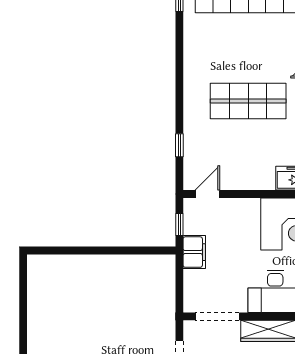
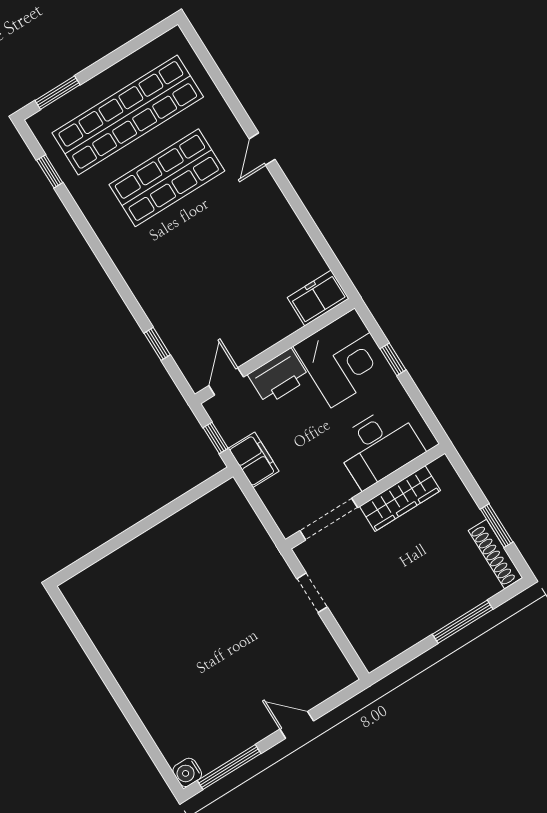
shop shelf: (248, 101) -> (167, 178), moved
printer: (241, 211) -> (279, 377), added

